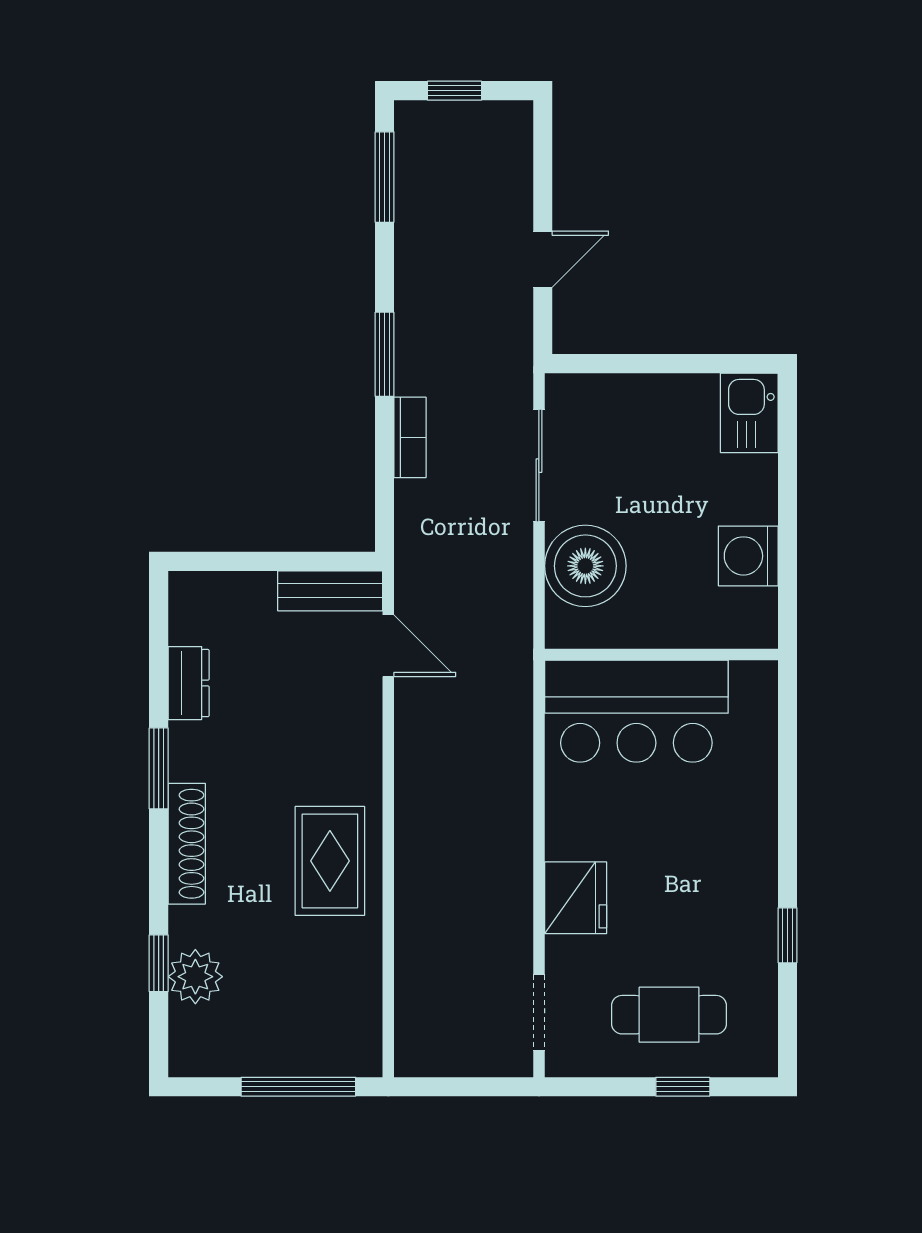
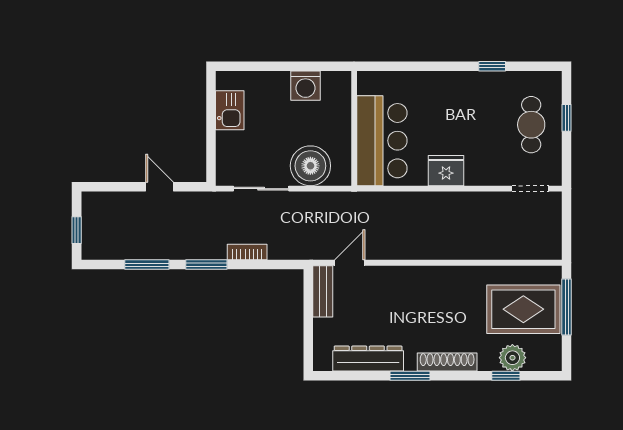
window: (385, 177) -> (147, 265), moved
kitchen sink: (749, 413) -> (230, 110), moved, turned -90
dresser: (189, 683) -> (368, 359), width x1.96, depth x1.24
rug: (330, 861) -> (523, 309), moved, width x1.36, depth x1.43
fridge: (576, 898) -> (446, 171), moved

